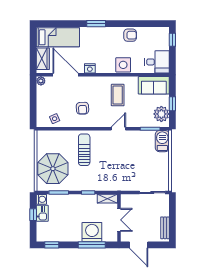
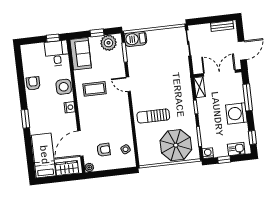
window: (172, 40) -> (53, 38), moved
nightstand: (90, 68) -> (70, 107), moved
armchair: (82, 108) -> (104, 150), moved
kitchen sink: (42, 213) -> (236, 149), moved
double door: (119, 220) -> (219, 73), width x1.37
washing machine: (92, 232) -> (236, 113), moved

